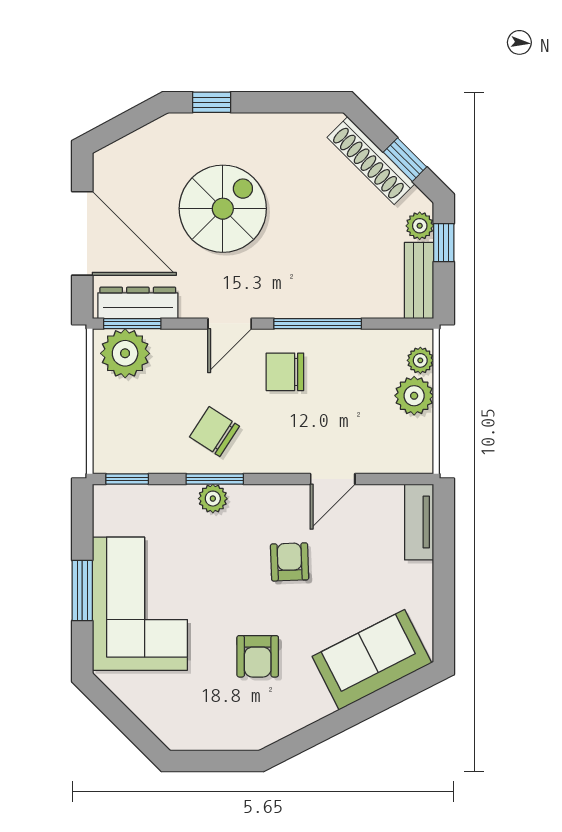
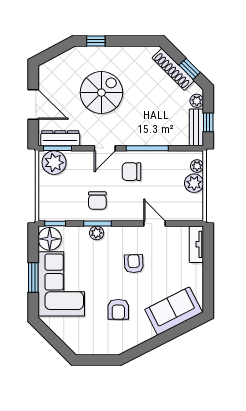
door: (82, 233) -> (33, 105), width x0.73
window: (444, 243) -> (208, 122), moved
chair: (214, 432) -> (97, 201), turned -123
door: (333, 479) -> (155, 223), swing flipped
floor lamp: (116, 511) -> (50, 239), added

